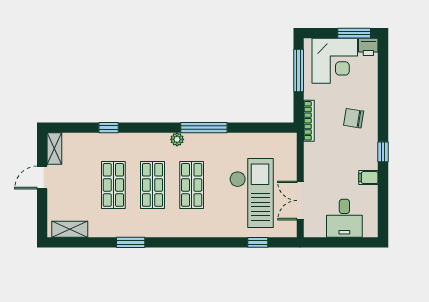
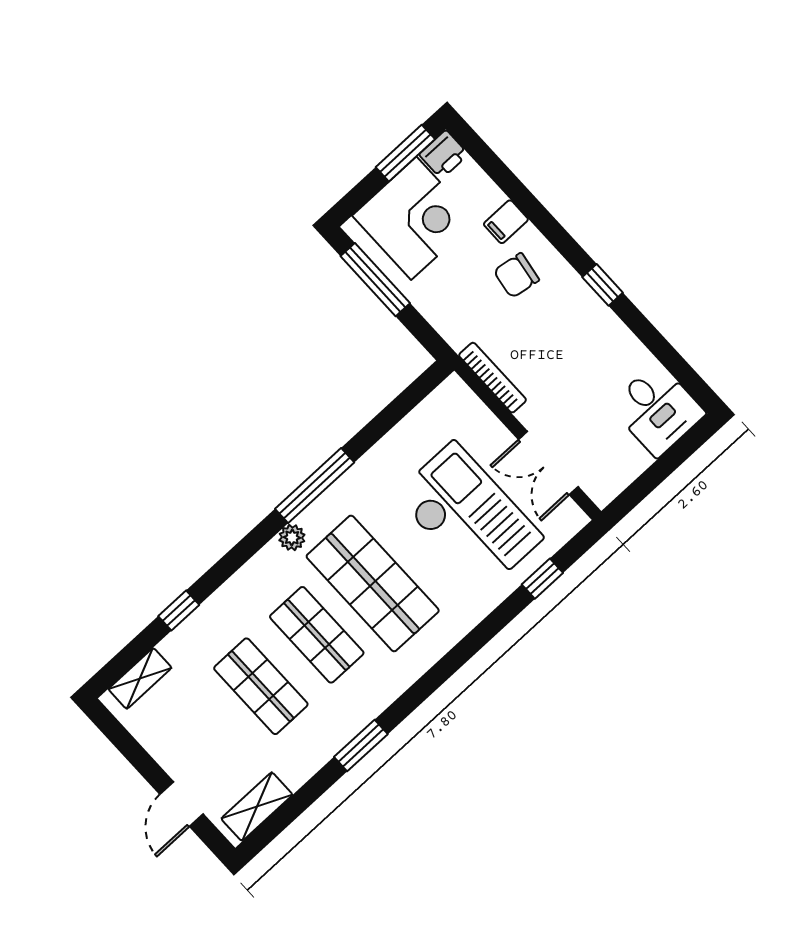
bookcase: (309, 121) -> (493, 378), moved
shelving: (54, 149) -> (140, 678), moved, turned 90
door: (42, 177) -> (182, 804), moved
filing cabinet: (368, 178) -> (506, 222), moved
shop shelf: (192, 185) -> (373, 583), width x1.43, depth x1.36
desk: (344, 218) -> (657, 410), moved

